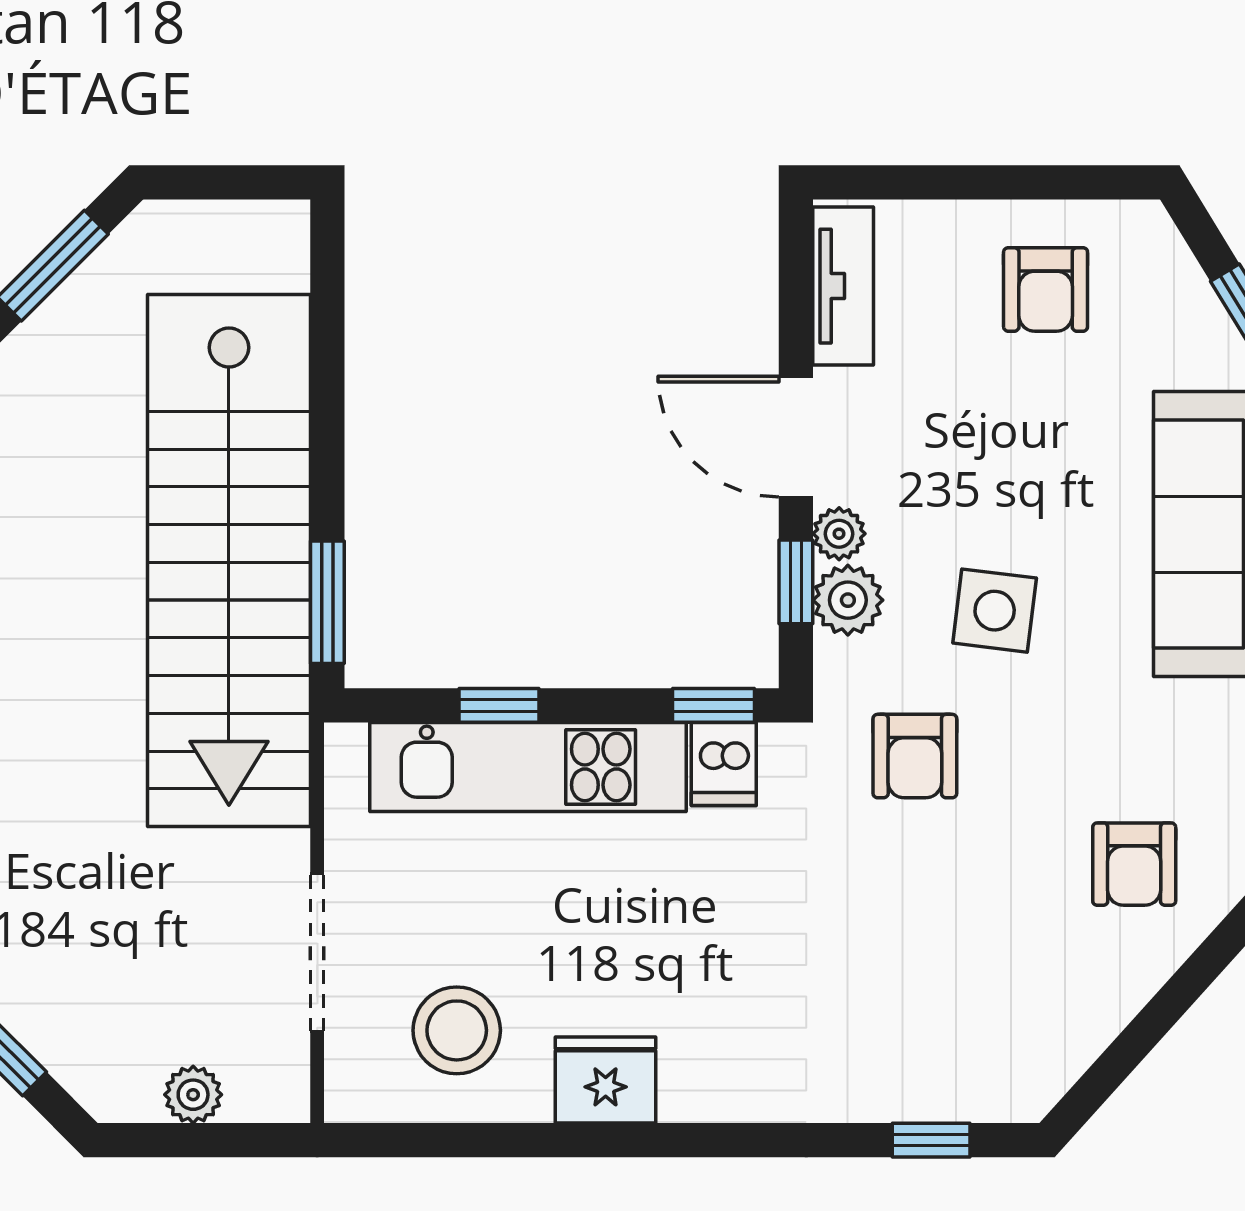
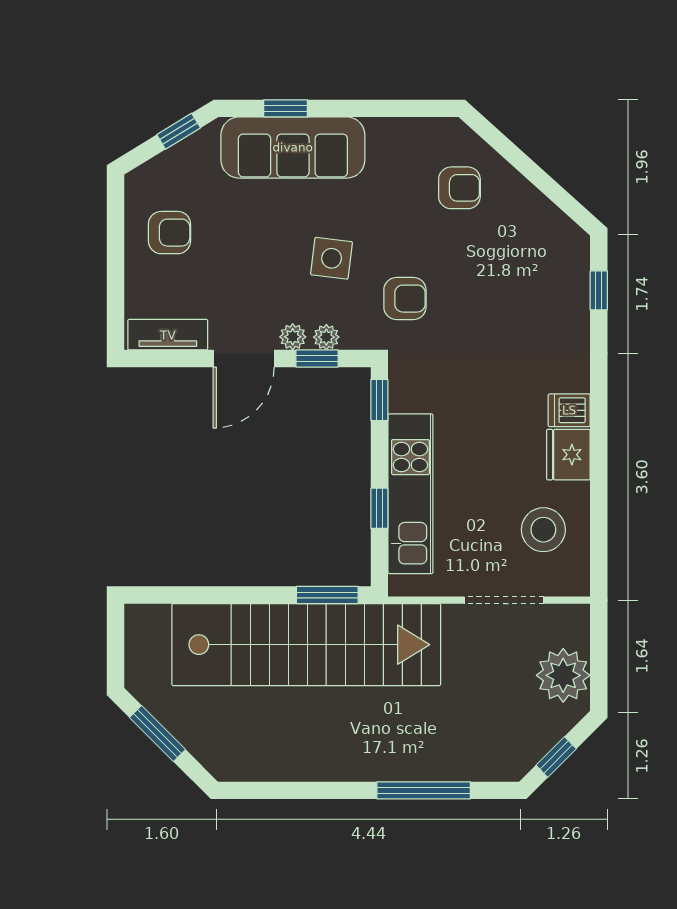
plant: (848, 600) -> (326, 337), width x0.73, depth x0.73
dishwasher: (724, 764) -> (569, 410), moved, turned 180
plant: (193, 1095) -> (563, 675), width x1.87, depth x1.87

